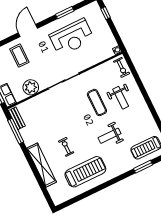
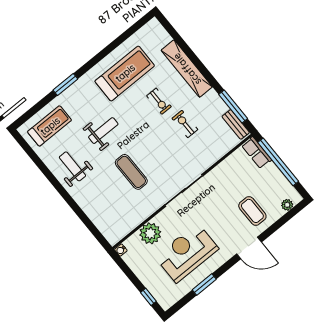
door: (28, 30) -> (249, 248), hinge flipped
exercise bike: (122, 67) -> (185, 124), moved
plant: (31, 87) -> (150, 233), moved
weight bench: (121, 98) -> (72, 166), moved
window: (143, 167) -> (65, 84), moved
treadmill: (85, 172) -> (125, 73), turned 180

